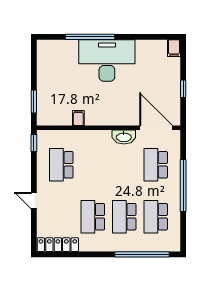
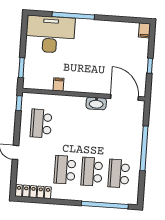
desk: (107, 60) -> (50, 34), moved
school desk: (156, 165) -> (122, 129), removed

